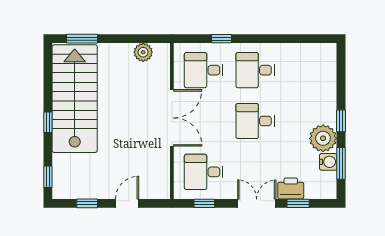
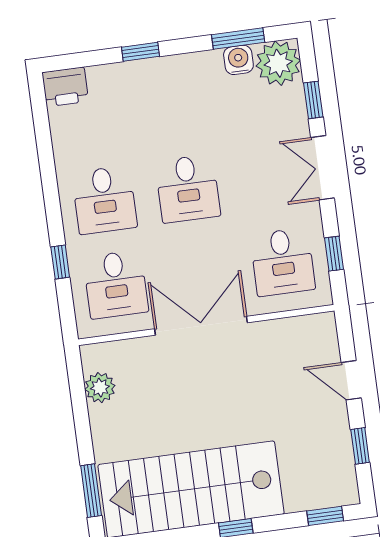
window: (341, 121) -> (141, 52), moved
plant: (323, 138) -> (278, 63), moved
printer: (291, 188) -> (65, 87), moved, turned -90

